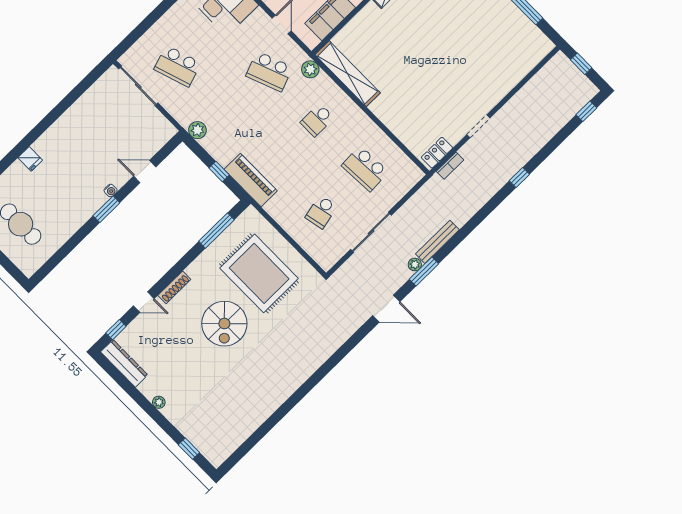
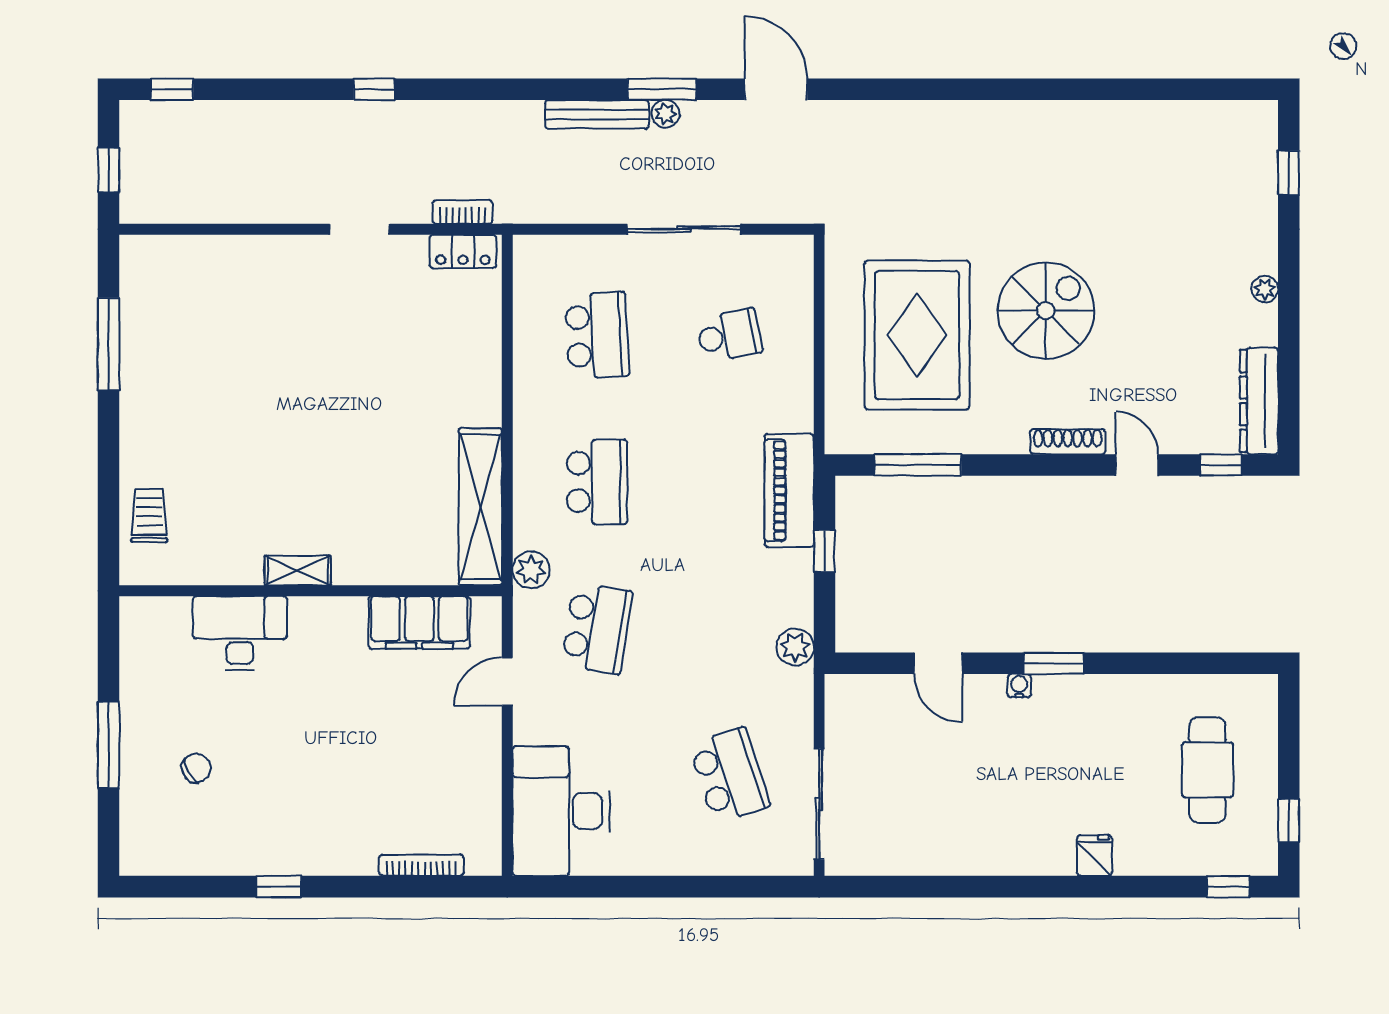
school desk: (269, 71) -> (597, 629), turned 30
school desk: (317, 120) -> (597, 482), width x1.85

